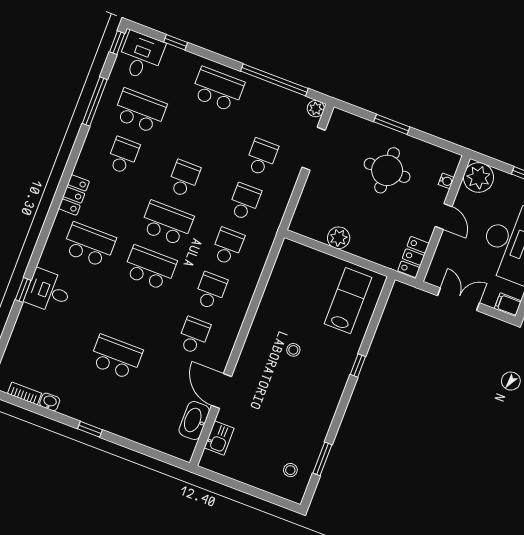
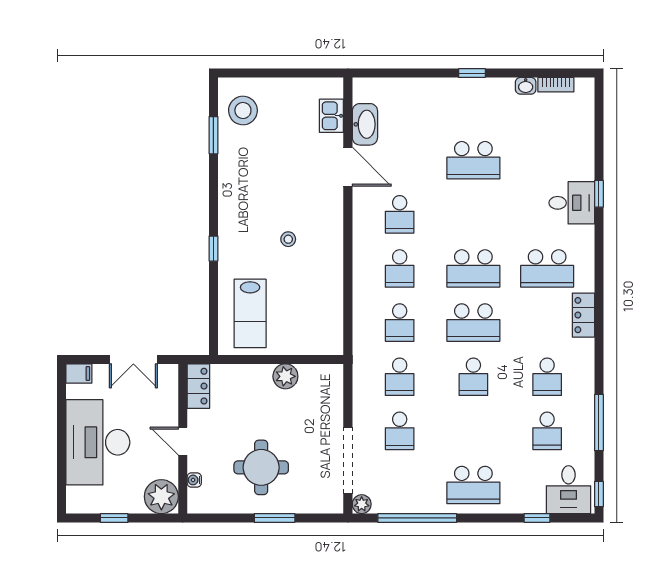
school desk: (140, 111) -> (547, 431), width x0.54
doorway: (314, 149) -> (348, 461), width x1.36
stool: (290, 470) -> (243, 111), width x1.89, depth x1.89

